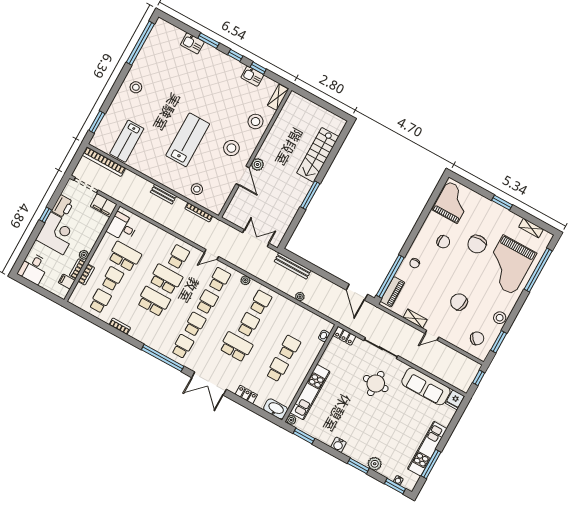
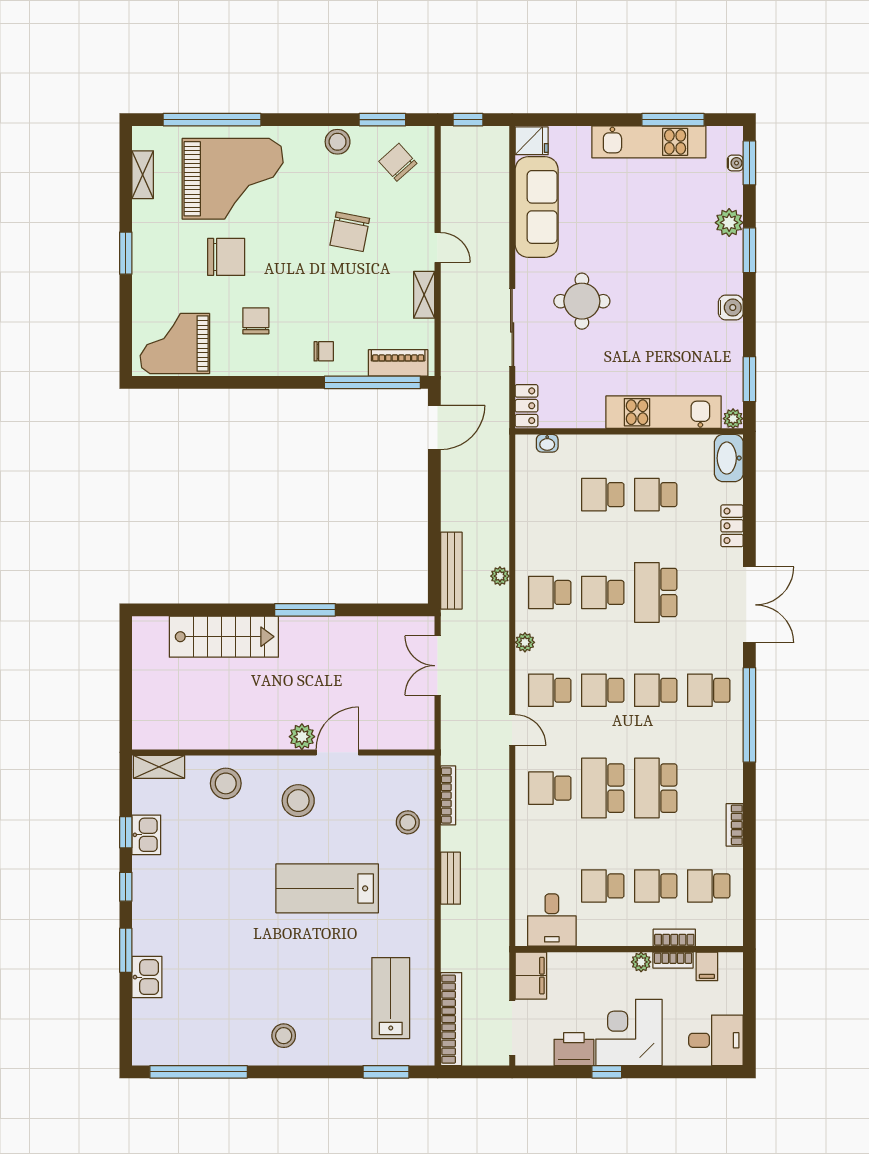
lab bench: (127, 141) -> (391, 998), turned -90
school desk: (125, 256) -> (603, 886), width x0.54
plant: (300, 297) -> (500, 576), moved

